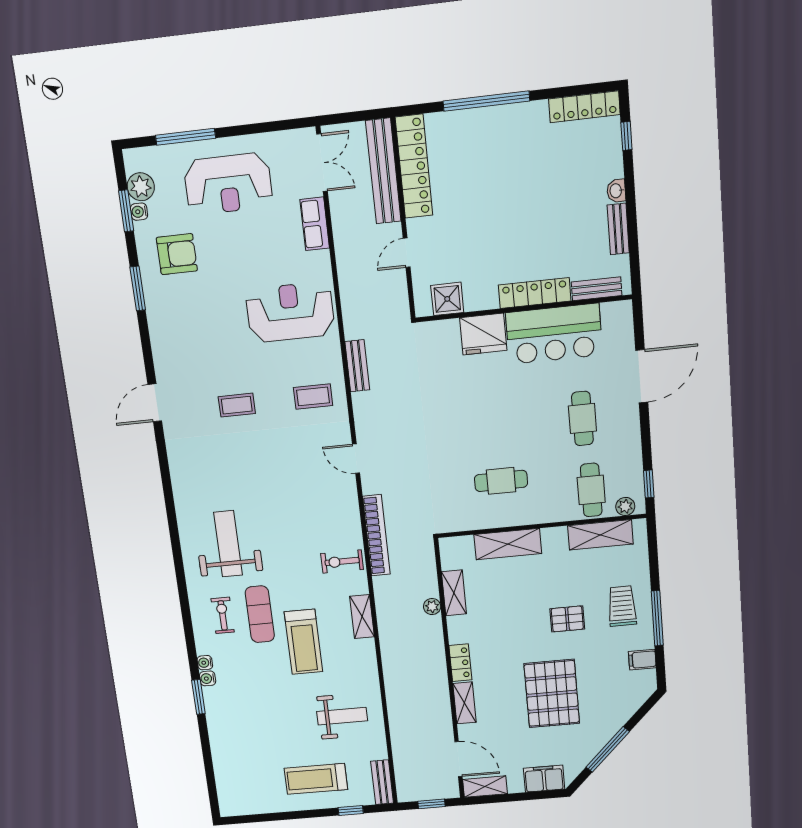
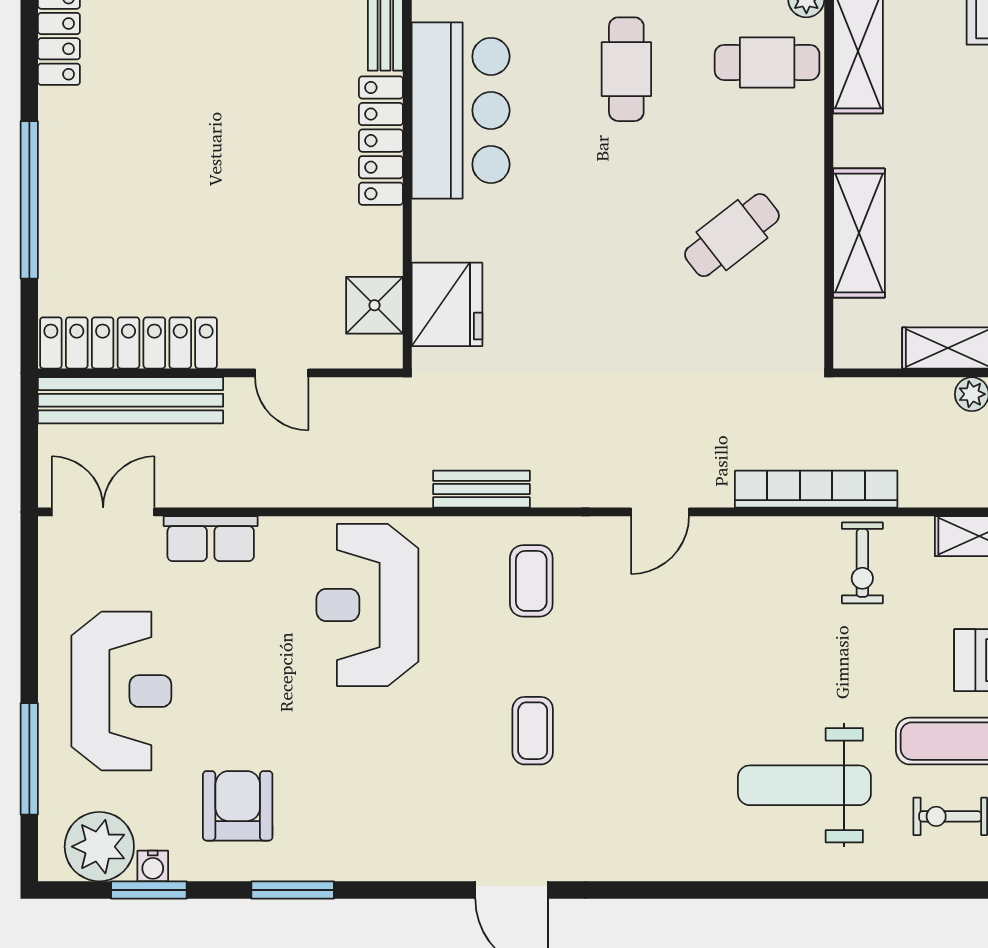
plant: (141, 187) -> (99, 847), width x1.36, depth x1.36
fridge: (483, 334) -> (447, 304), moved
cafe table: (582, 418) -> (626, 69), turned 90
cafe table: (501, 481) -> (732, 235), turned 52

